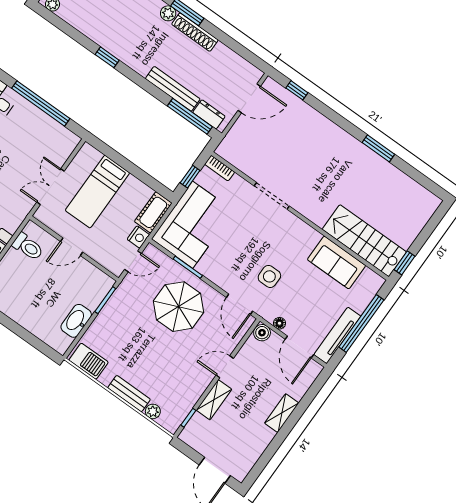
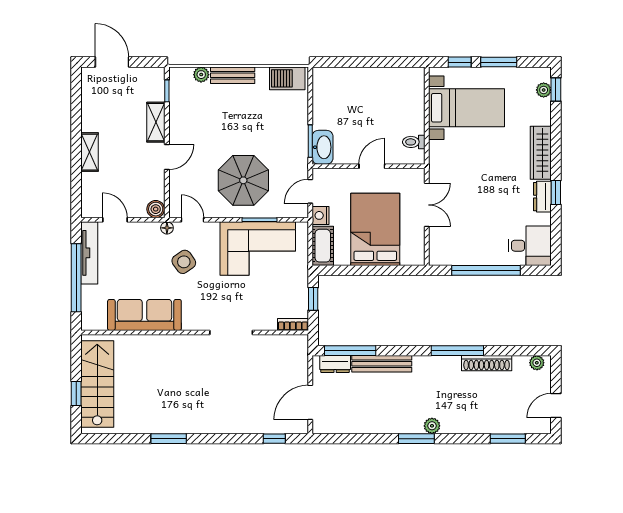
shoe rack: (195, 32) -> (487, 363), moved, turned 180
window: (107, 57) -> (457, 351), width x2.17
bed: (97, 192) -> (375, 229), width x1.50
corner sofa: (193, 225) -> (258, 248), moved, turned -90
stairs: (364, 241) -> (97, 384), moved, turned -90
toilet: (28, 247) -> (414, 142), width x0.73, depth x0.72
sofa: (336, 262) -> (144, 315), width x1.36
window: (405, 263) -> (76, 394), moved
side table: (269, 276) -> (184, 262), turned -35
door: (240, 304) -> (192, 220), width x0.73
washbasin: (76, 321) -> (323, 147), moved
floor lamp: (280, 323) -> (167, 228), moved
door: (299, 347) -> (115, 220), width x0.73

